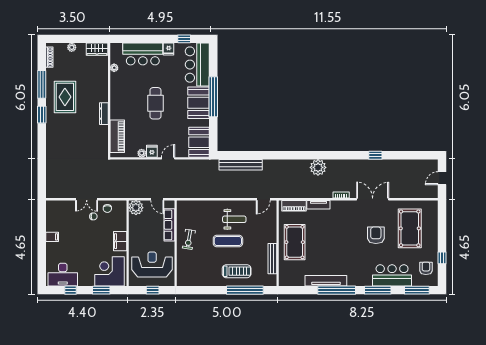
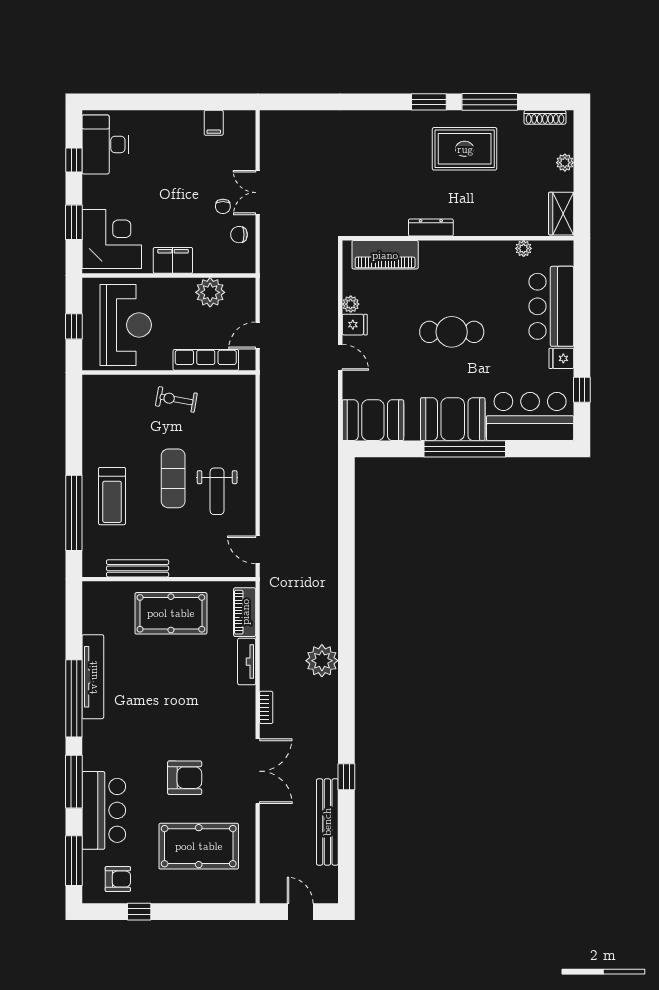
bench: (241, 165) -> (327, 822), moved
plant: (136, 208) -> (210, 292), moved
filing cabinet: (52, 237) -> (214, 123), moved

